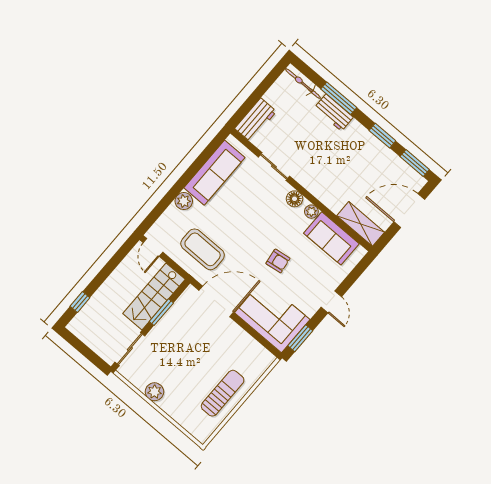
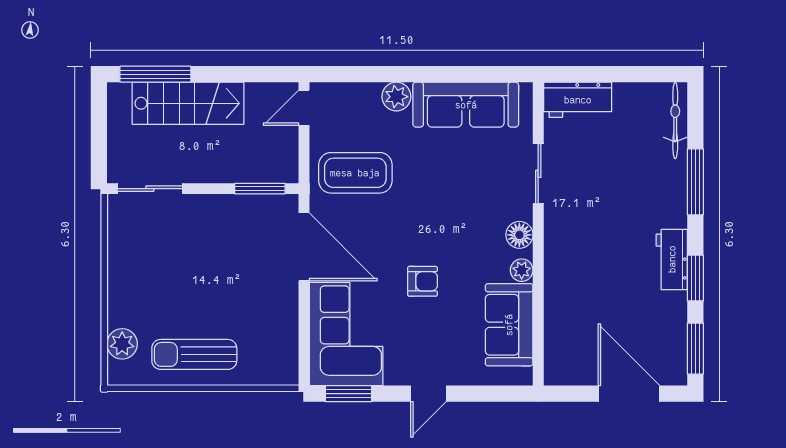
workbench: (334, 113) -> (672, 259), moved
shelving: (361, 224) -> (559, 346), removed
coffee table: (203, 249) -> (355, 173), turned 90
armchair: (278, 261) -> (423, 281), turned -82
stairs: (154, 296) -> (188, 103), moved, turned 180
window: (80, 302) -> (155, 74), width x2.17
window: (161, 312) -> (260, 189), moved
plant: (154, 392) -> (122, 344), moved
sun lounger: (223, 393) -> (194, 354), turned 180

